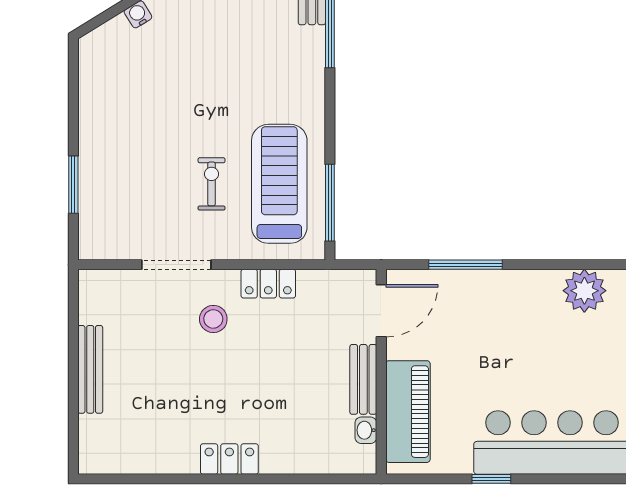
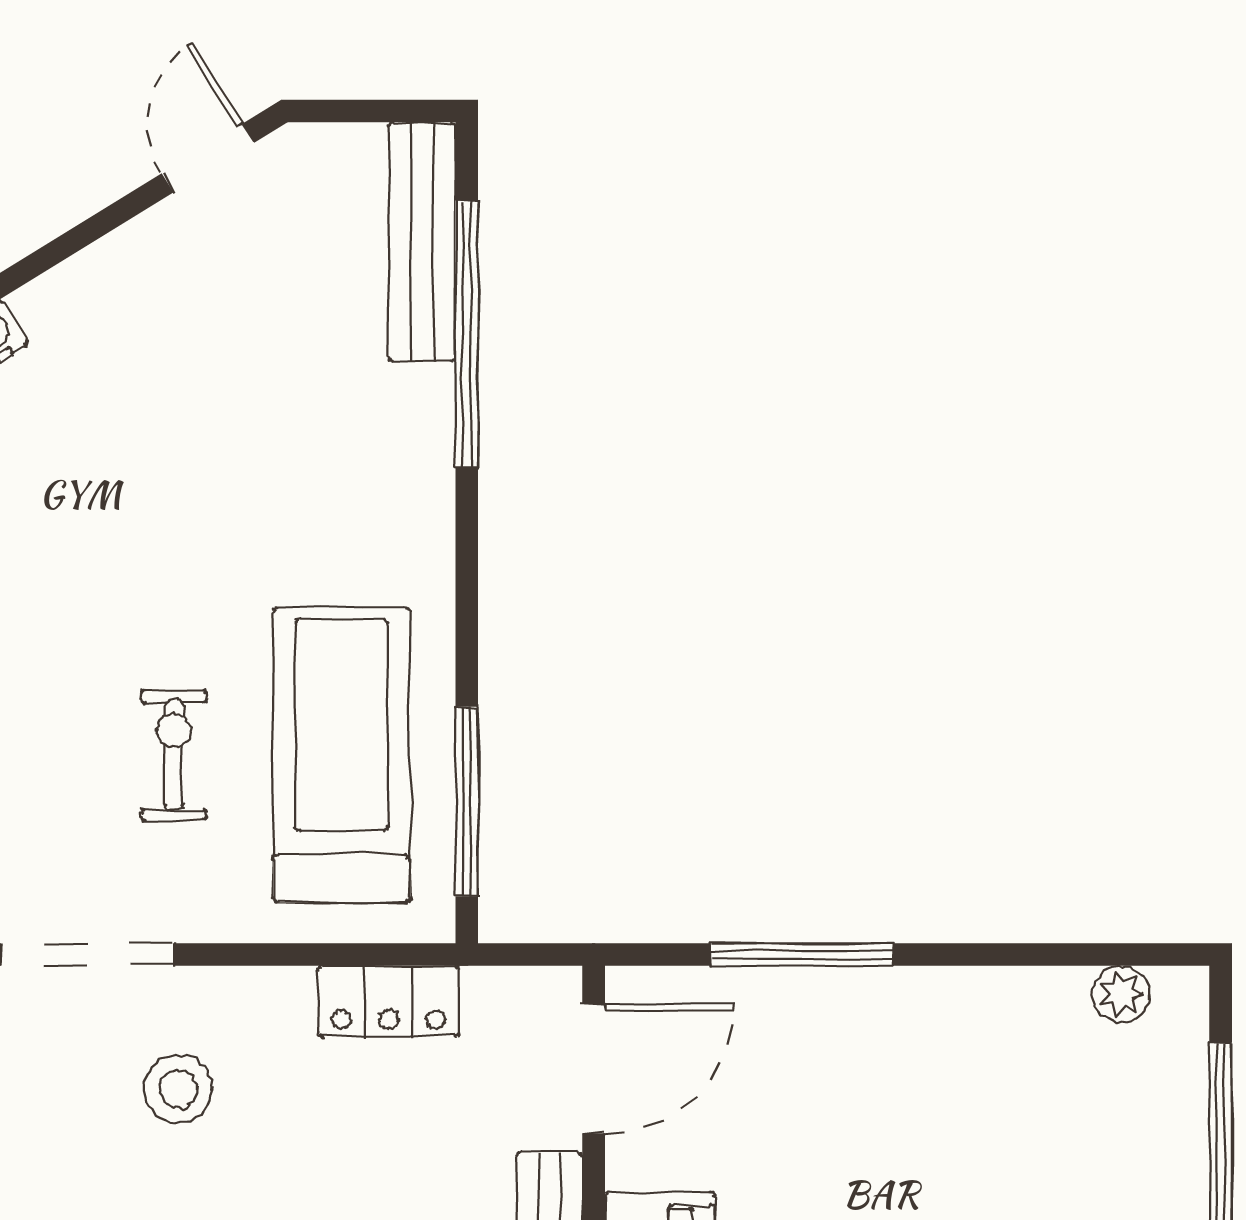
locker: (268, 284) -> (389, 1001), moved
plant: (584, 291) -> (1121, 994), width x0.53, depth x0.53

